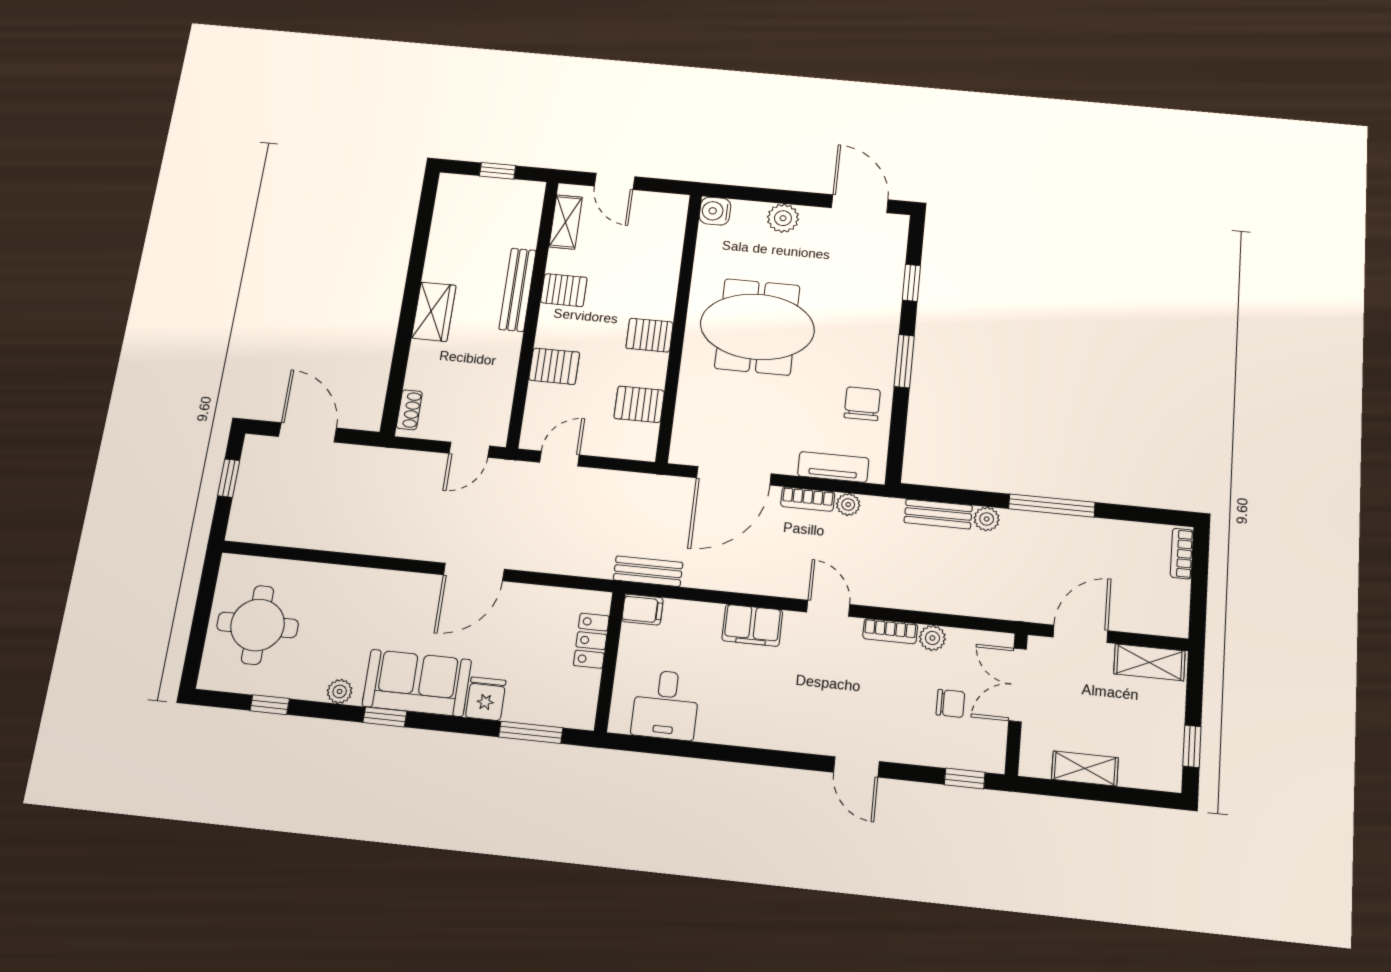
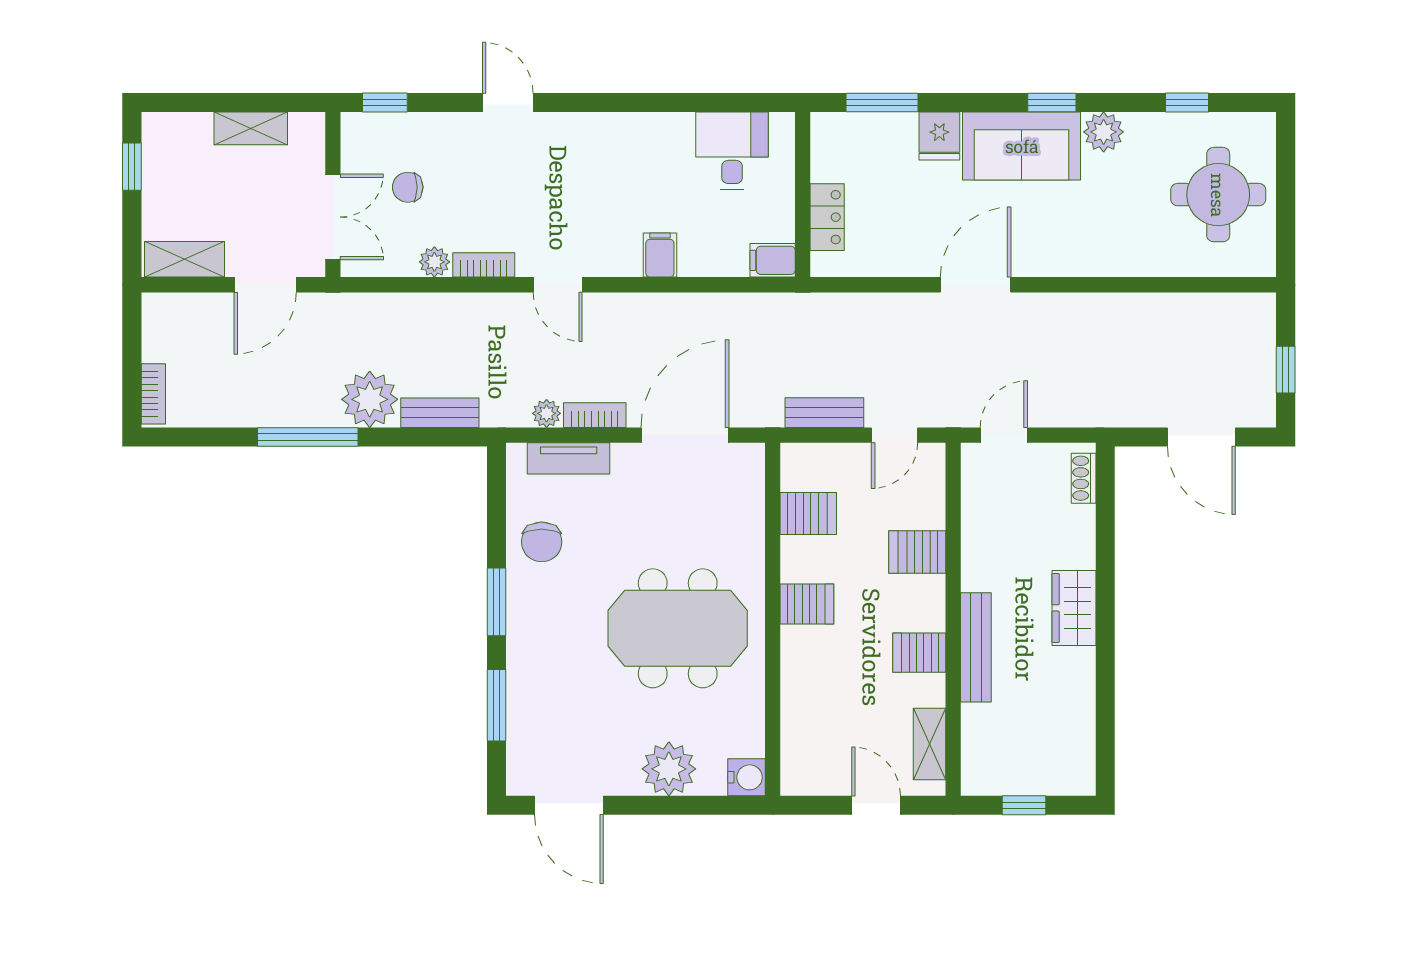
plant: (783, 218) -> (669, 769), width x1.36, depth x1.36
window: (911, 283) -> (496, 705), width x1.50
plant: (987, 519) -> (370, 399), width x1.88, depth x1.88
bench: (648, 571) -> (824, 413), moved
filing cabinet: (752, 625) -> (660, 255), width x0.50
plant: (340, 691) -> (1104, 132), width x1.38, depth x1.38

